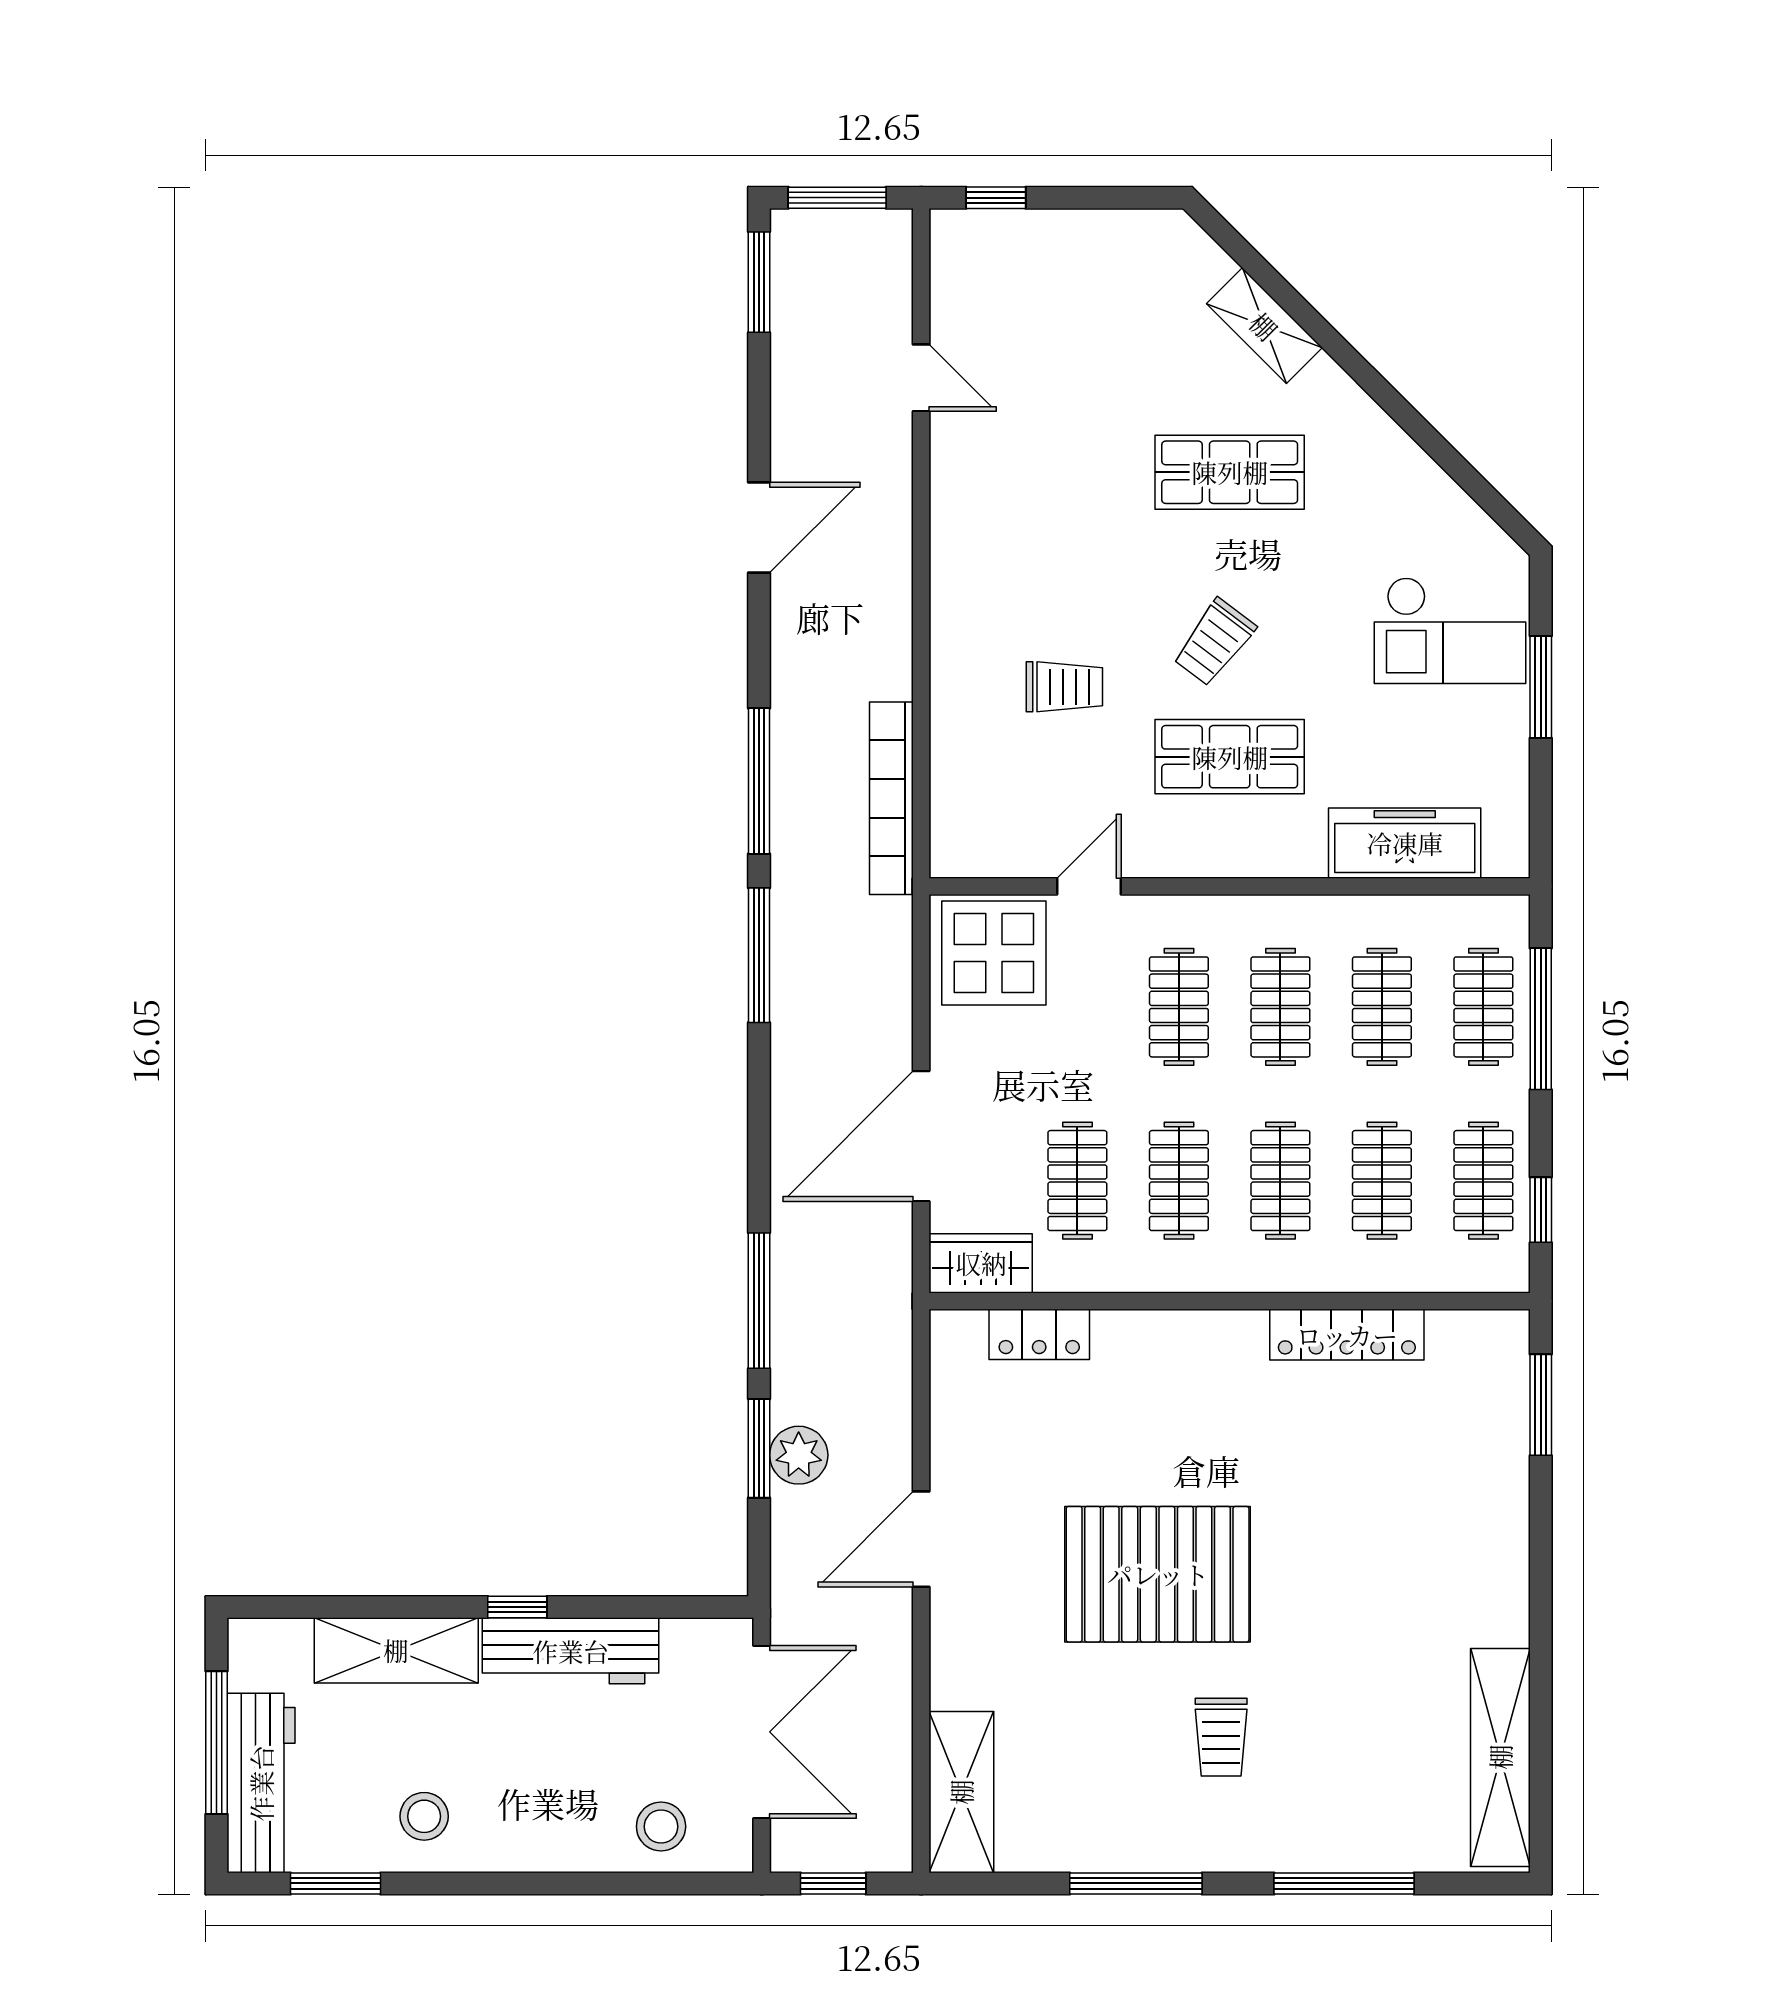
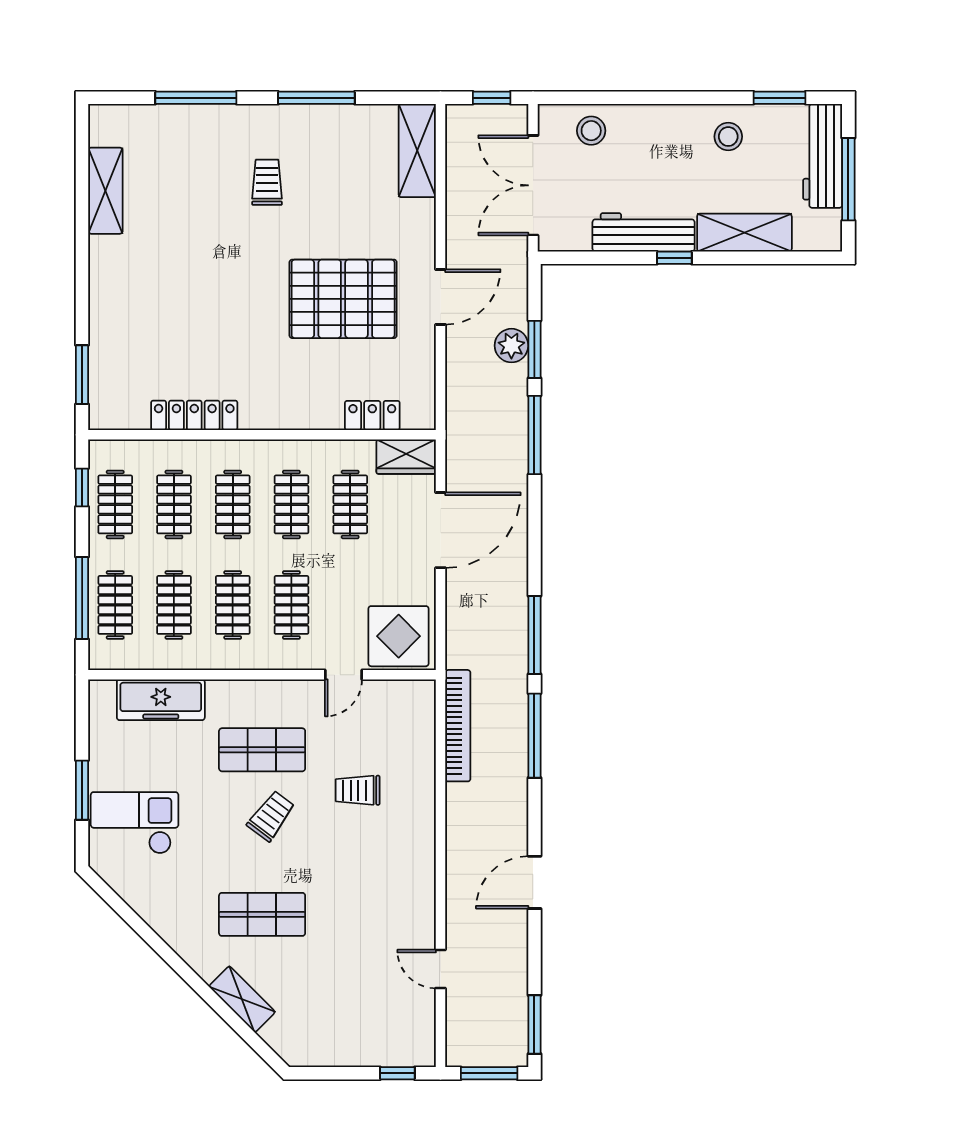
pallet: (1158, 1574) -> (343, 299), moved
shelving: (1500, 1757) -> (105, 191), width x0.68

